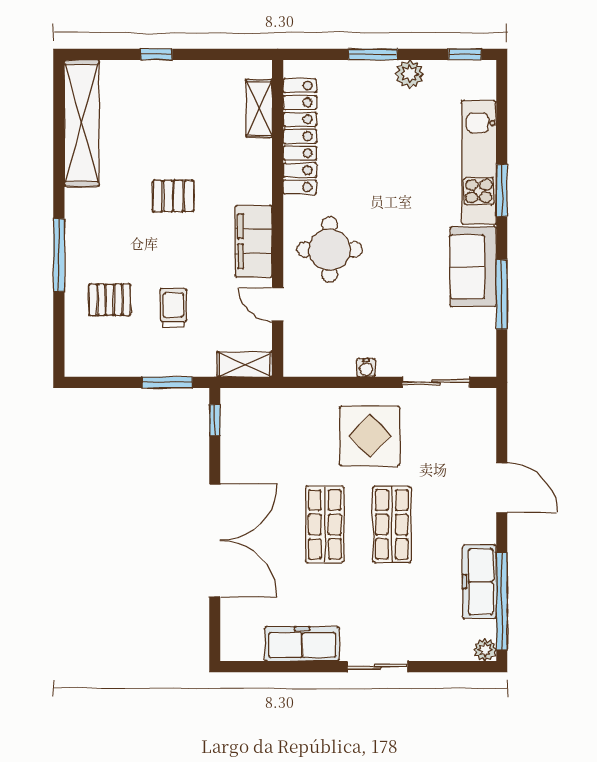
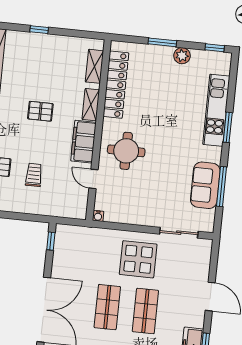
sofa: (473, 267) -> (205, 185), moved
shelving: (245, 364) -> (91, 105), moved, turned 90
water cooler: (366, 368) -> (98, 216), moved
window: (167, 382) -> (26, 217), removed

